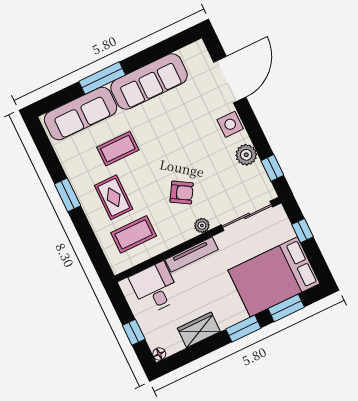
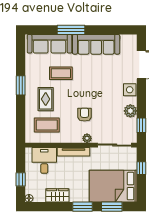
armchair: (182, 193) -> (85, 115), turned -121

